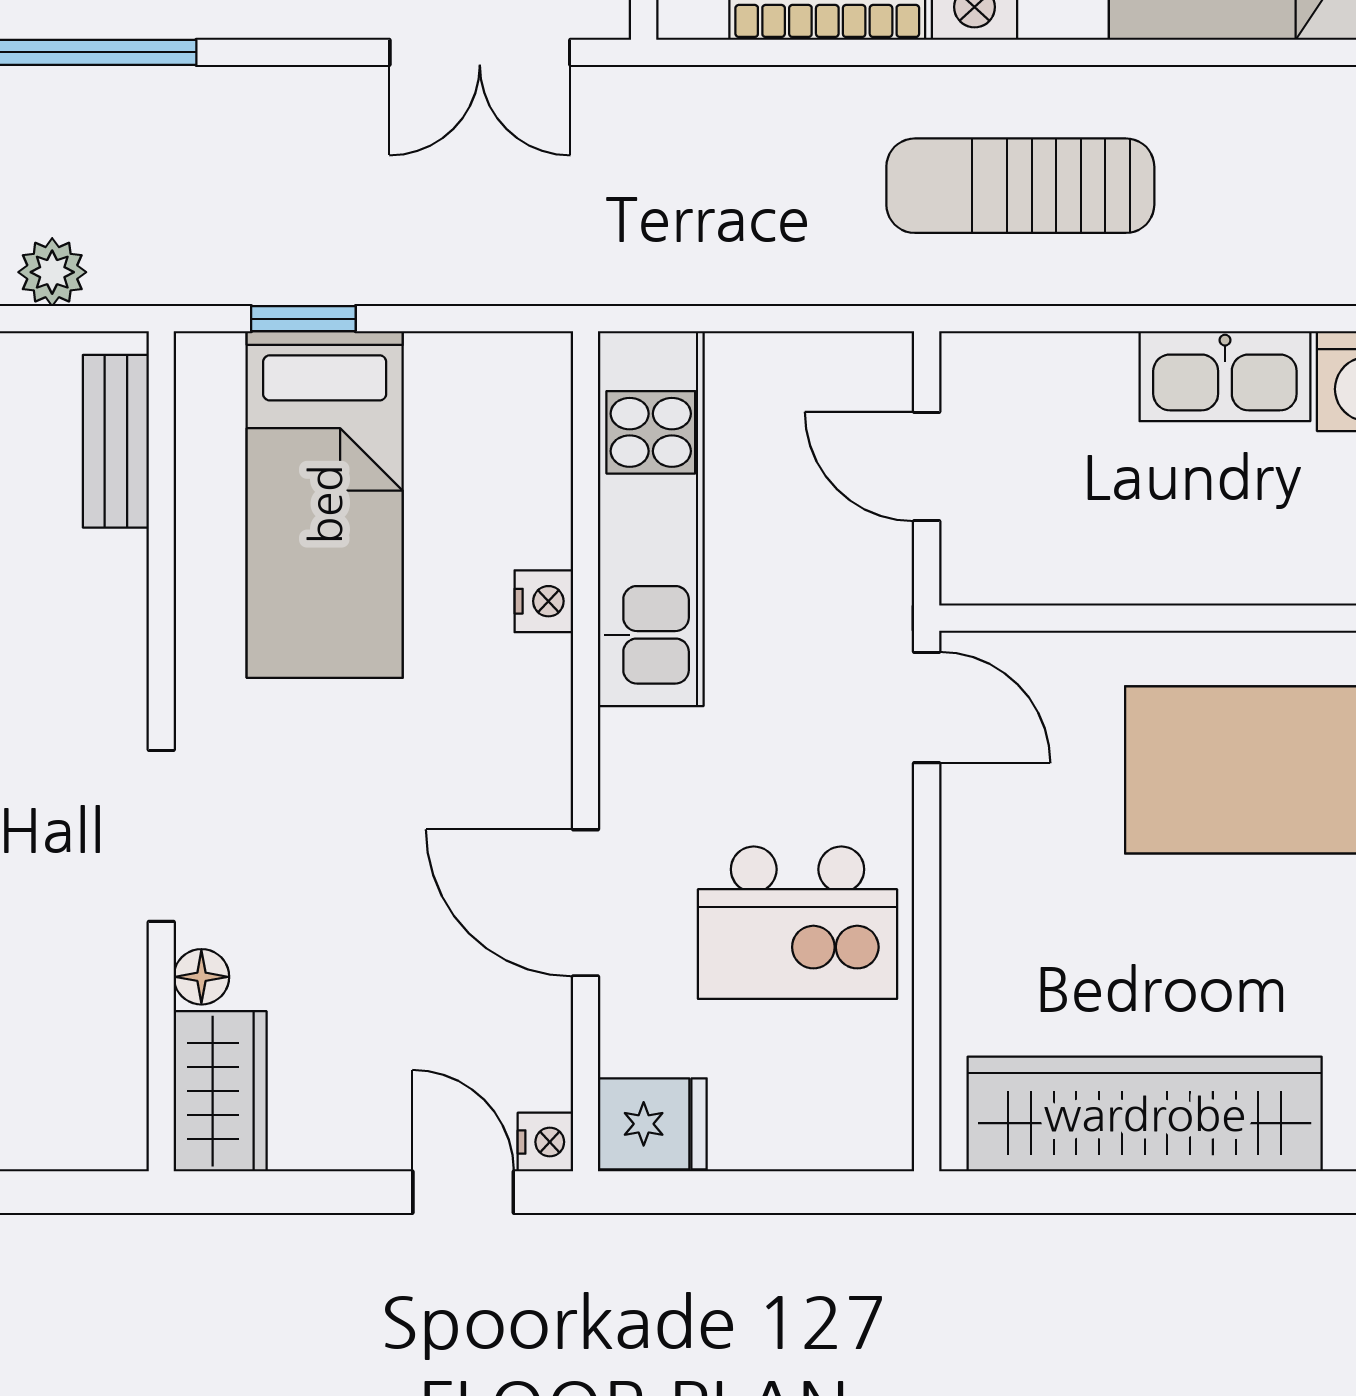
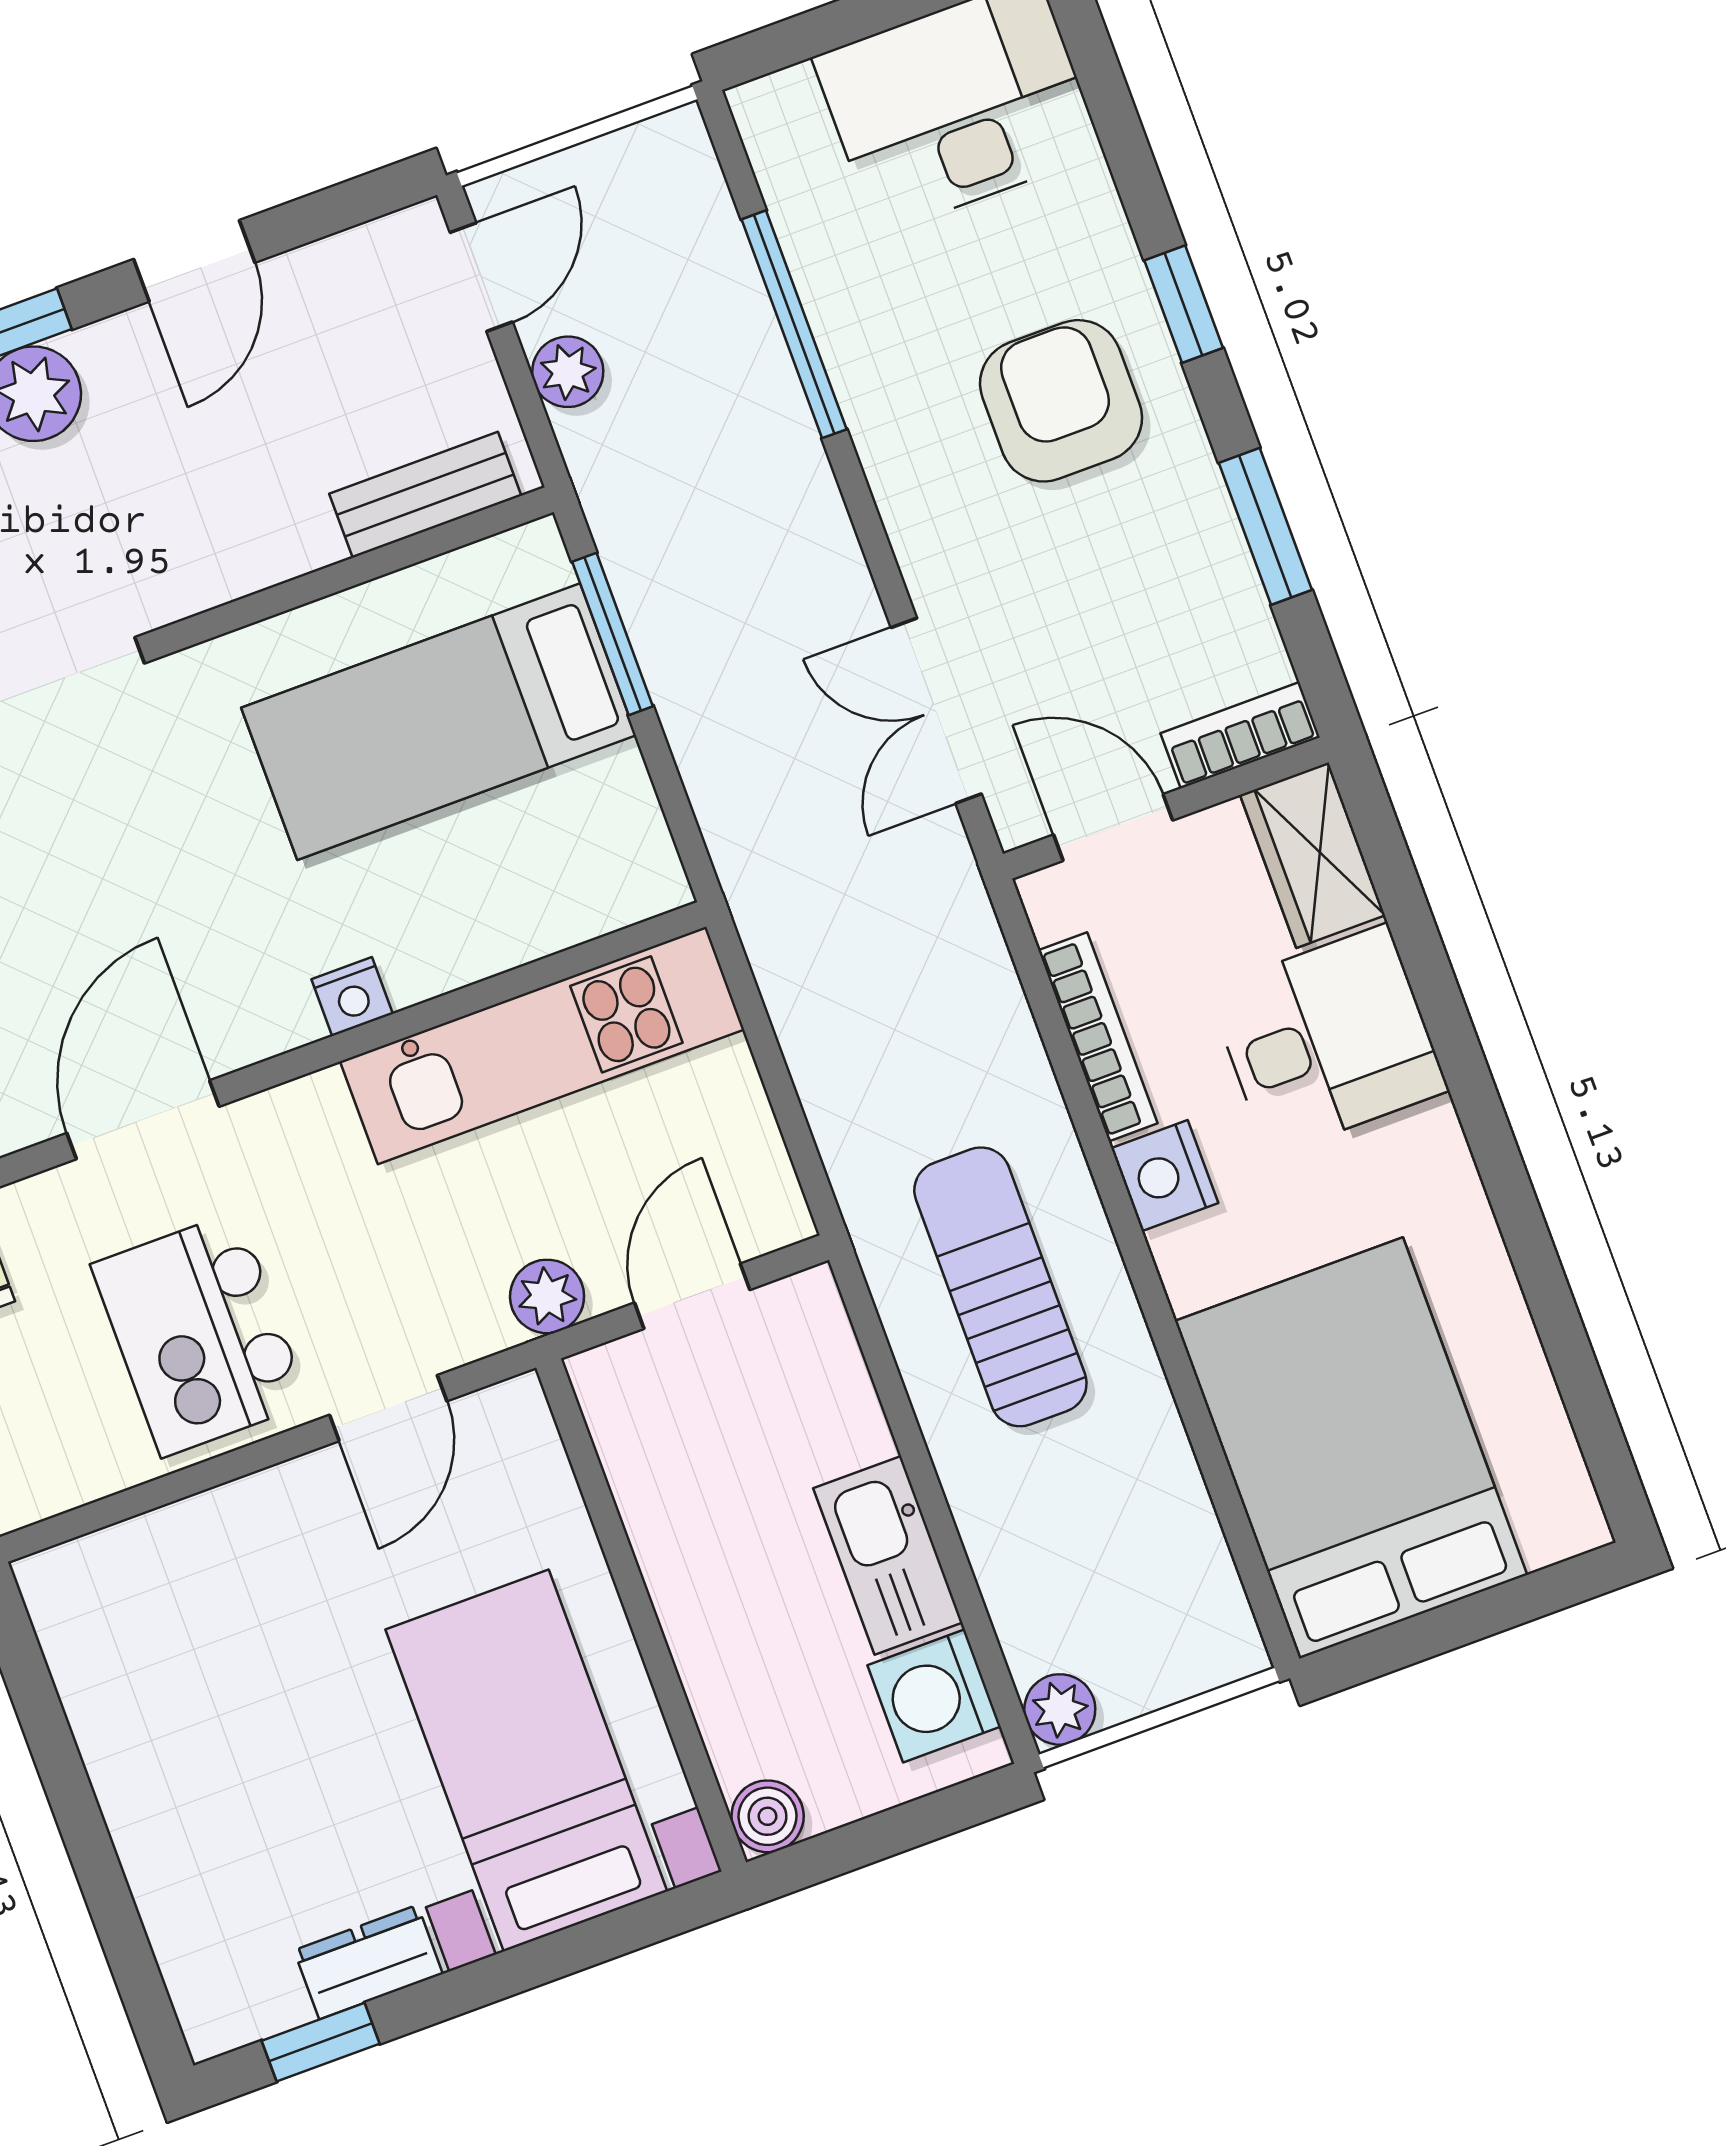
window: (303, 319) -> (613, 634), width x1.50
plant: (879, 597) -> (547, 1296), added
nightstand: (544, 601) -> (352, 997), moved
door: (927, 707) -> (388, 1408), moved
wardrobe: (1145, 1114) -> (138, 1742), removed

